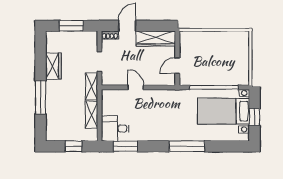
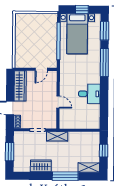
door: (177, 66) -> (41, 69), hinge flipped
door: (136, 87) -> (58, 102), swing flipped
shelving: (91, 115) -> (89, 168), moved
desk: (115, 128) -> (89, 94), moved, turned -90
window: (126, 146) -> (105, 31), moved

